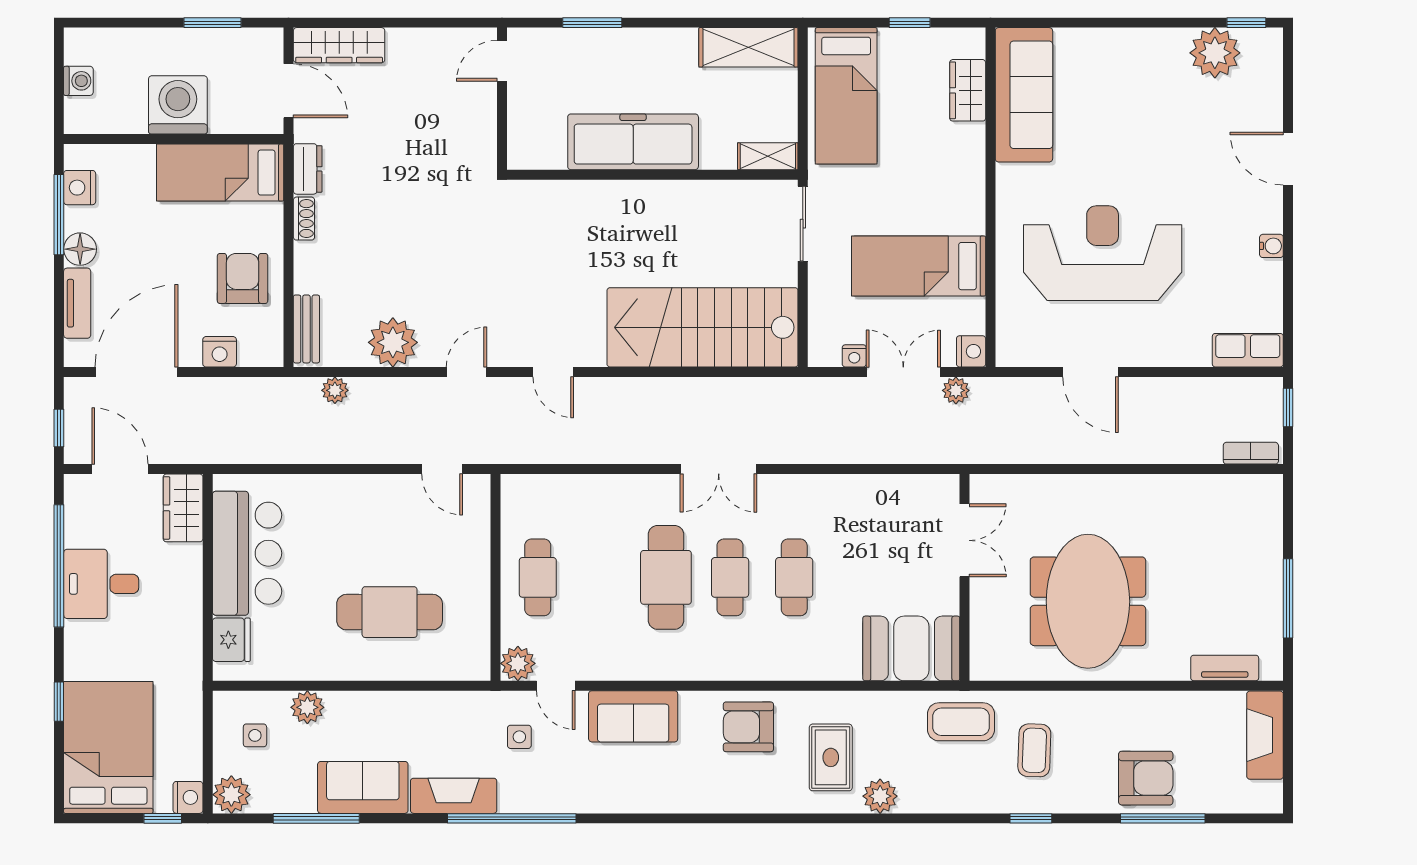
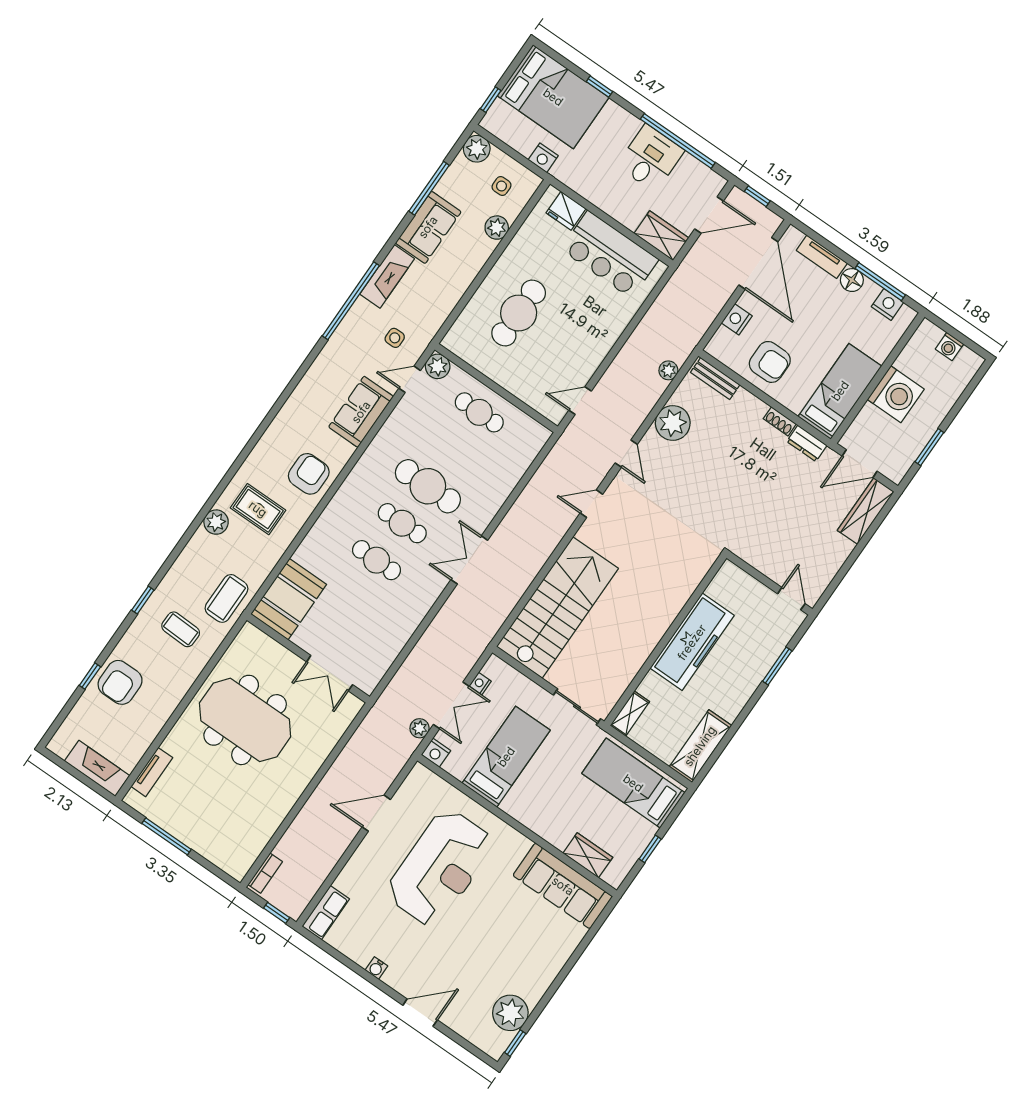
nightstand: (188, 797) -> (543, 158), moved
window: (1163, 818) -> (90, 676), width x0.46

